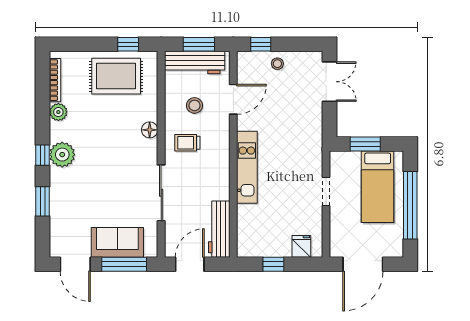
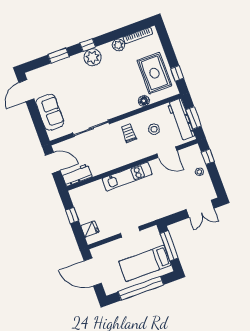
floor lamp: (150, 130) -> (144, 101), moved
window: (365, 144) -> (169, 246), width x1.44
workbench: (219, 229) -> (77, 175), width x0.73
window: (124, 264) -> (38, 121), removed

